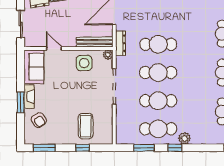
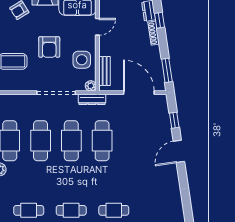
bench: (94, 42) -> (105, 71), width x0.73
dresser: (120, 43) -> (92, 99), moved
armchair: (72, 93) -> (49, 47), added

